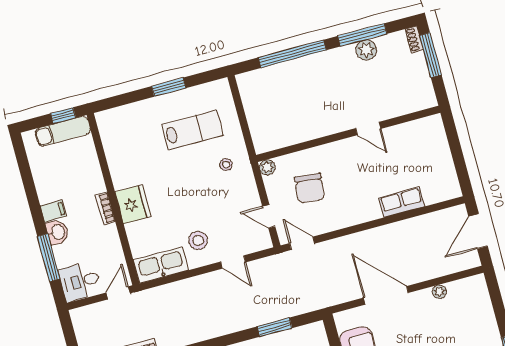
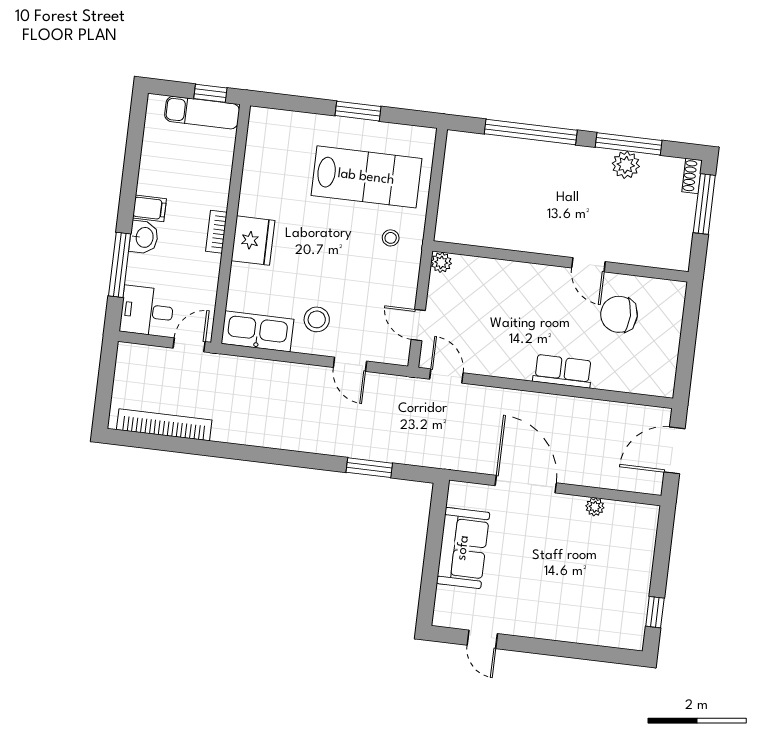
lab bench: (193, 130) -> (366, 177), width x1.36, depth x1.39
chair: (310, 188) -> (619, 314), moved, turned 84
row of seats: (402, 202) -> (563, 371), moved

